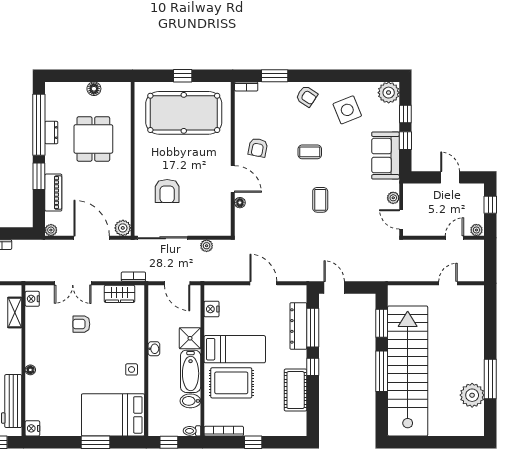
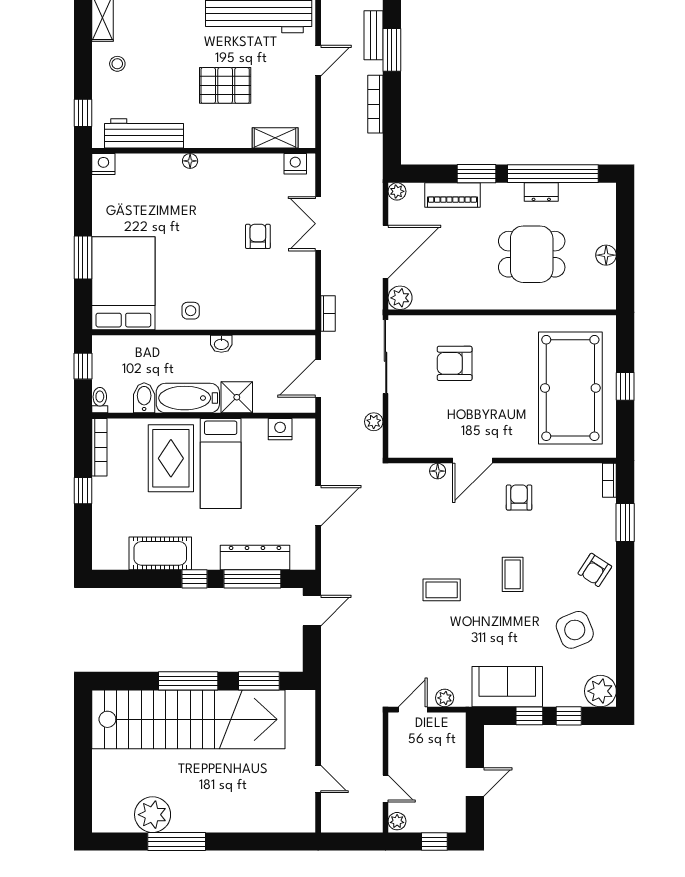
armchair: (258, 148) -> (519, 498), turned 79
wardrobe: (119, 294) -> (303, 293), removed

